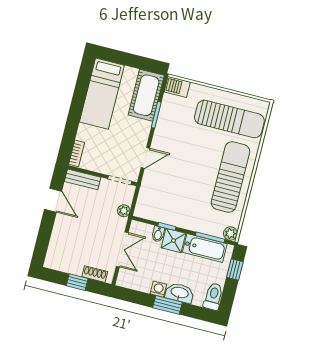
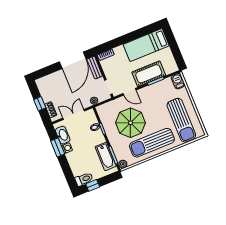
cot: (146, 95) -> (149, 74), moved
sun lounger: (230, 177) -> (152, 143), turned 180
parasol: (185, 185) -> (130, 123), added
door: (53, 200) -> (73, 60), width x1.88
shower: (174, 241) -> (98, 138), removed
double door: (122, 249) -> (74, 115), swing flipped
window: (235, 269) -> (93, 185), moved
washbasin: (180, 293) -> (63, 135), moved
window: (167, 305) -> (58, 147), moved

